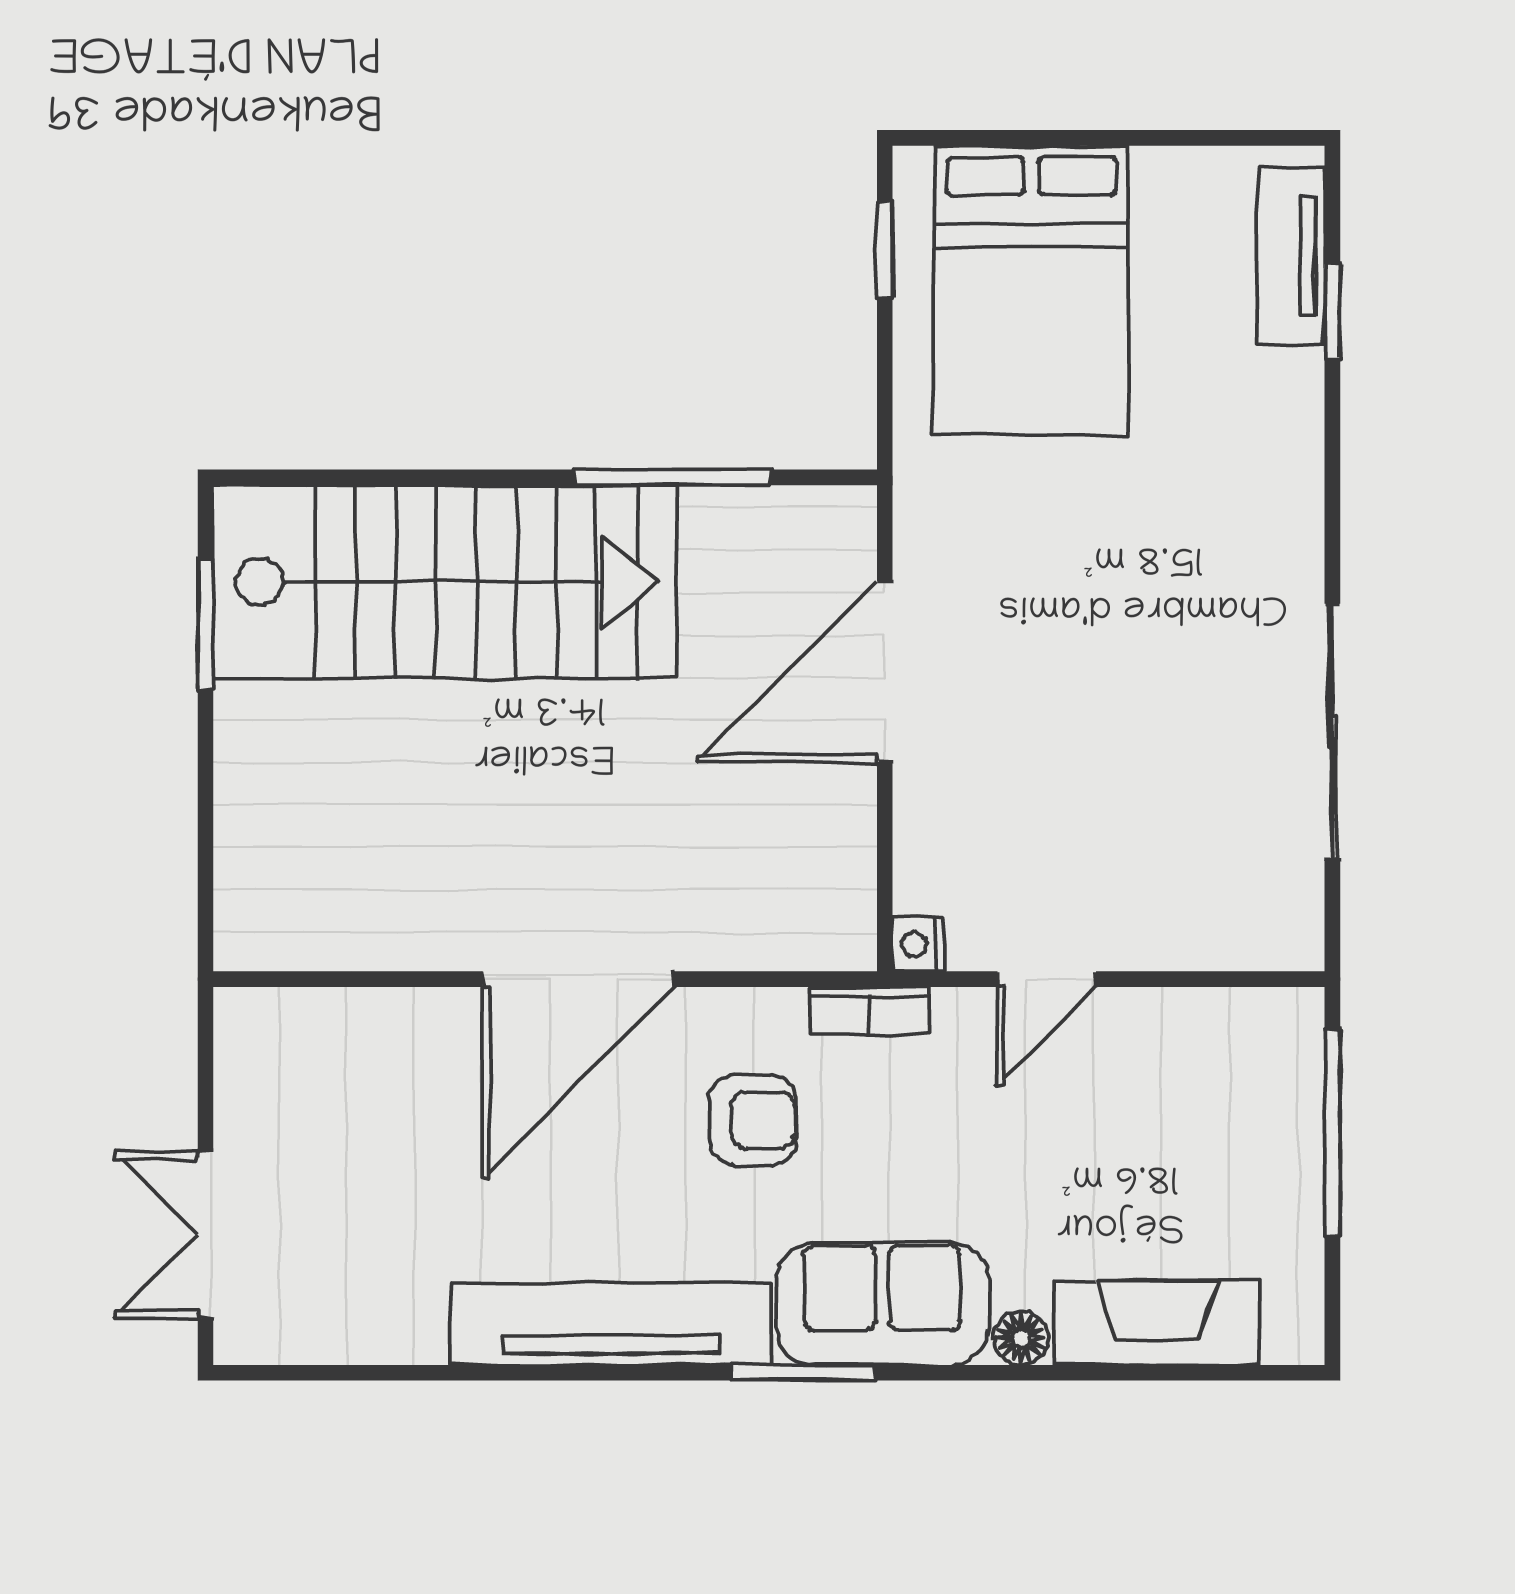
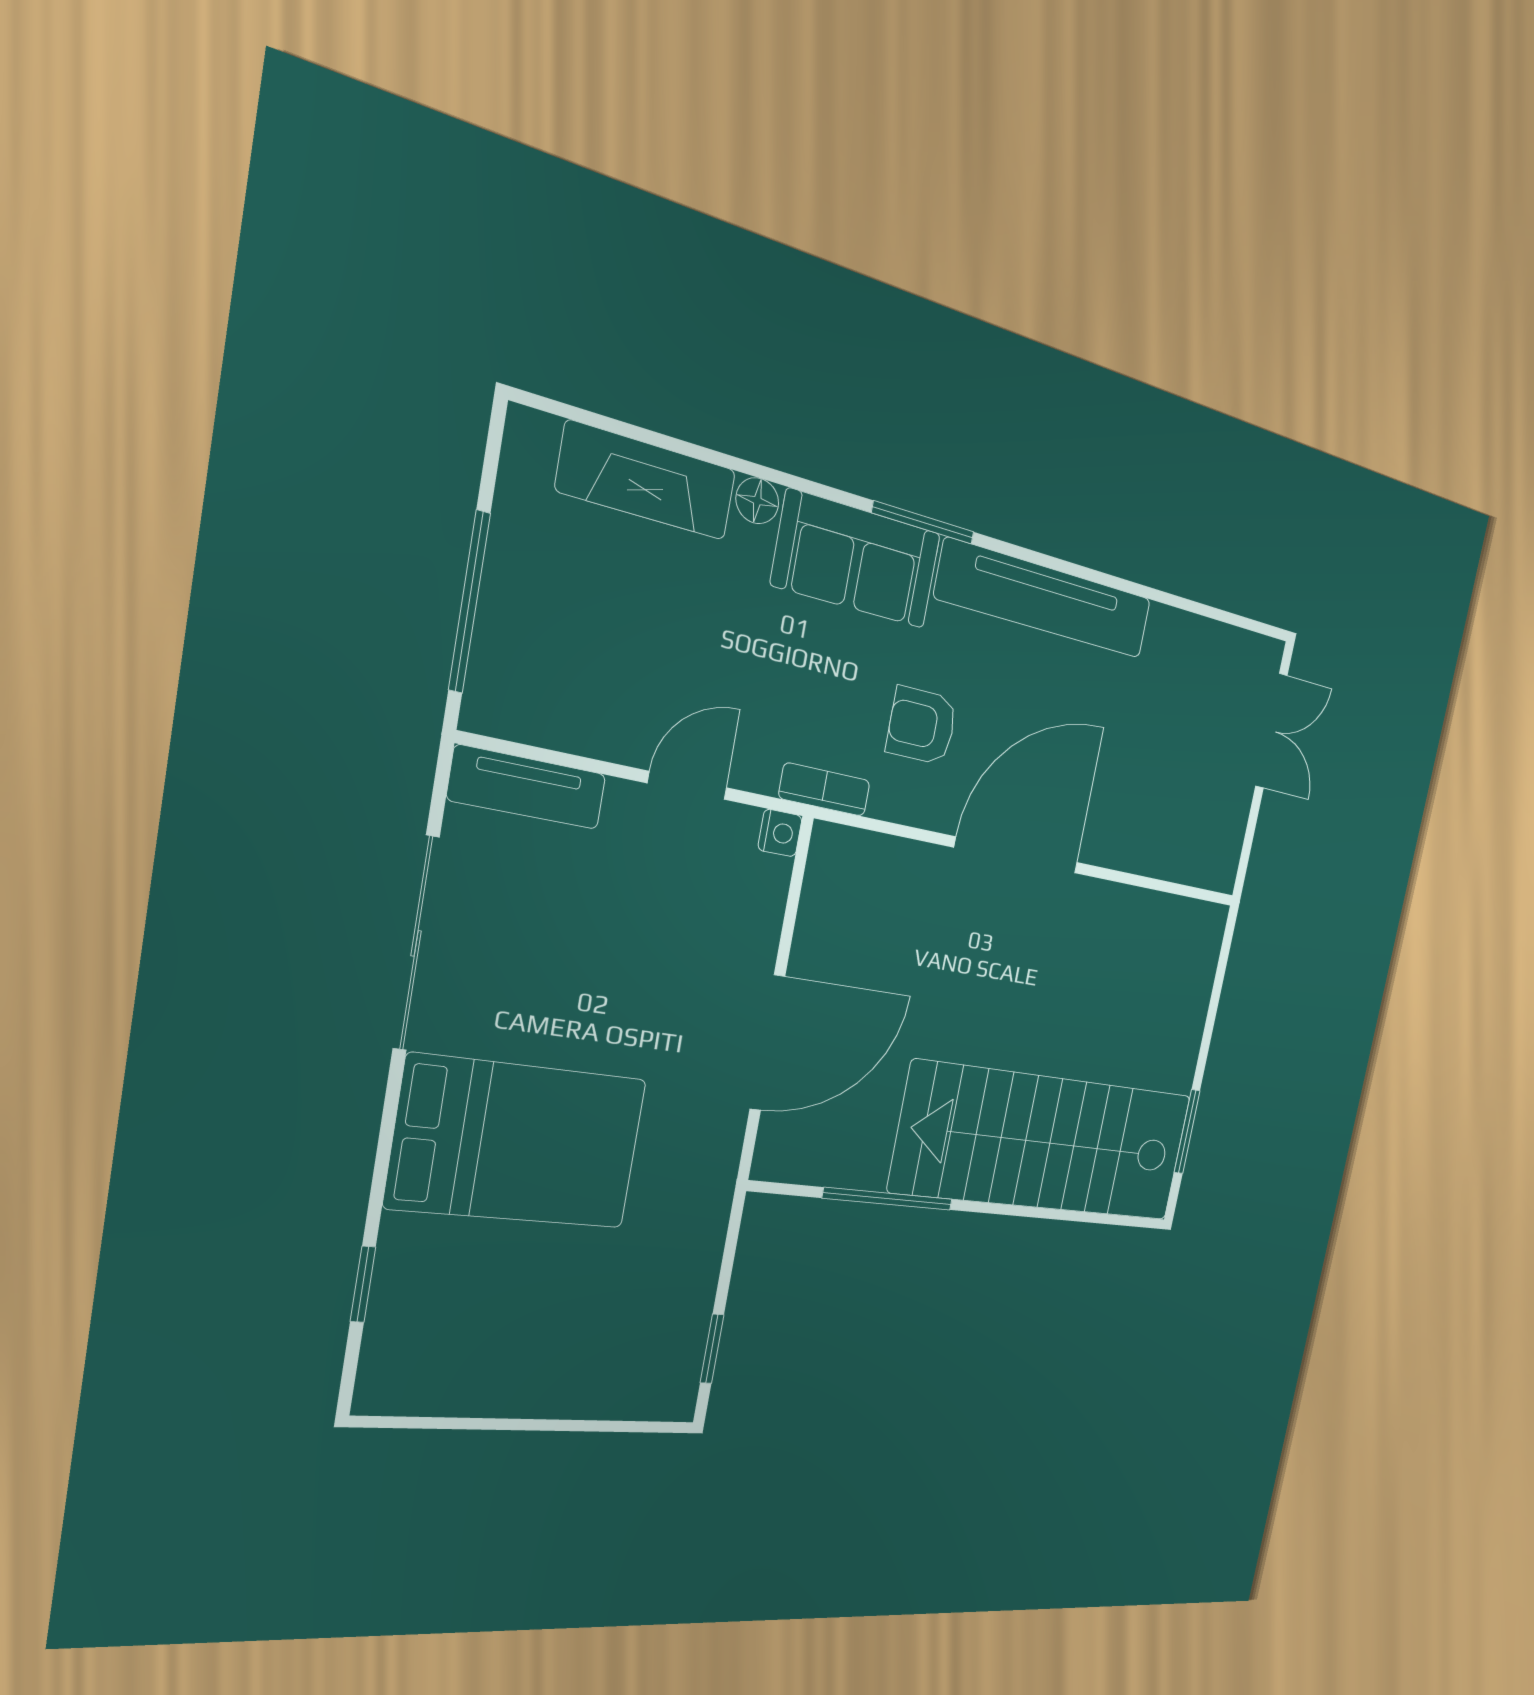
tv unit: (1291, 256) -> (527, 787), moved, turned 90
bed: (1031, 290) -> (518, 1143), moved, turned 90

